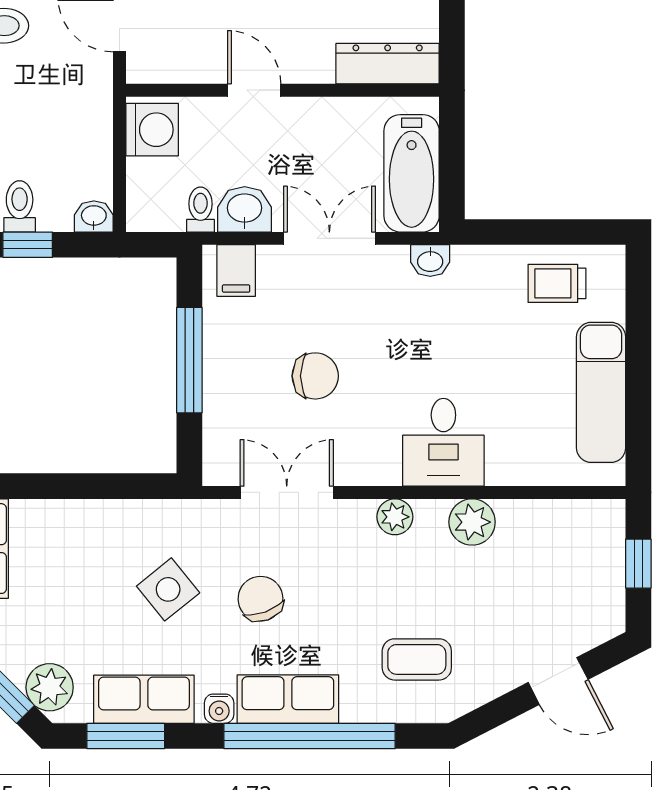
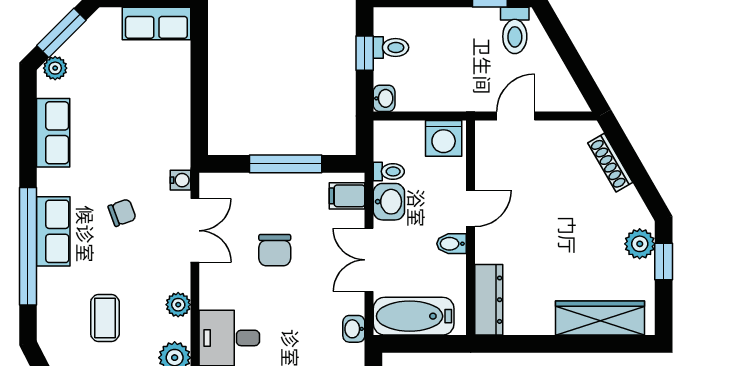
bidet: (306, 118) -> (452, 244), added
double door: (329, 238) -> (369, 260), swing flipped
side table: (168, 589) -> (128, 149), removed
chair: (261, 599) -> (122, 213), width x0.73, depth x0.73
coffee table: (417, 659) -> (105, 318), moved
plant: (50, 687) -> (55, 68), width x0.73, depth x0.73
water cooler: (219, 709) -> (180, 180), moved, turned 180
window: (126, 736) -> (28, 120), removed

